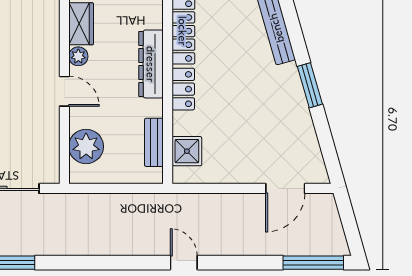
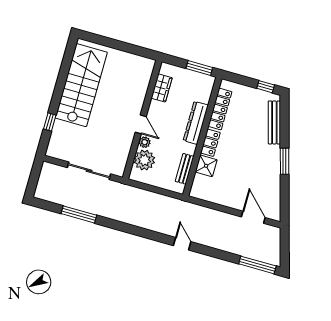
plant: (78, 56) -> (145, 142), moved
shower: (187, 151) -> (206, 166), moved
door: (285, 188) -> (253, 217), swing flipped

